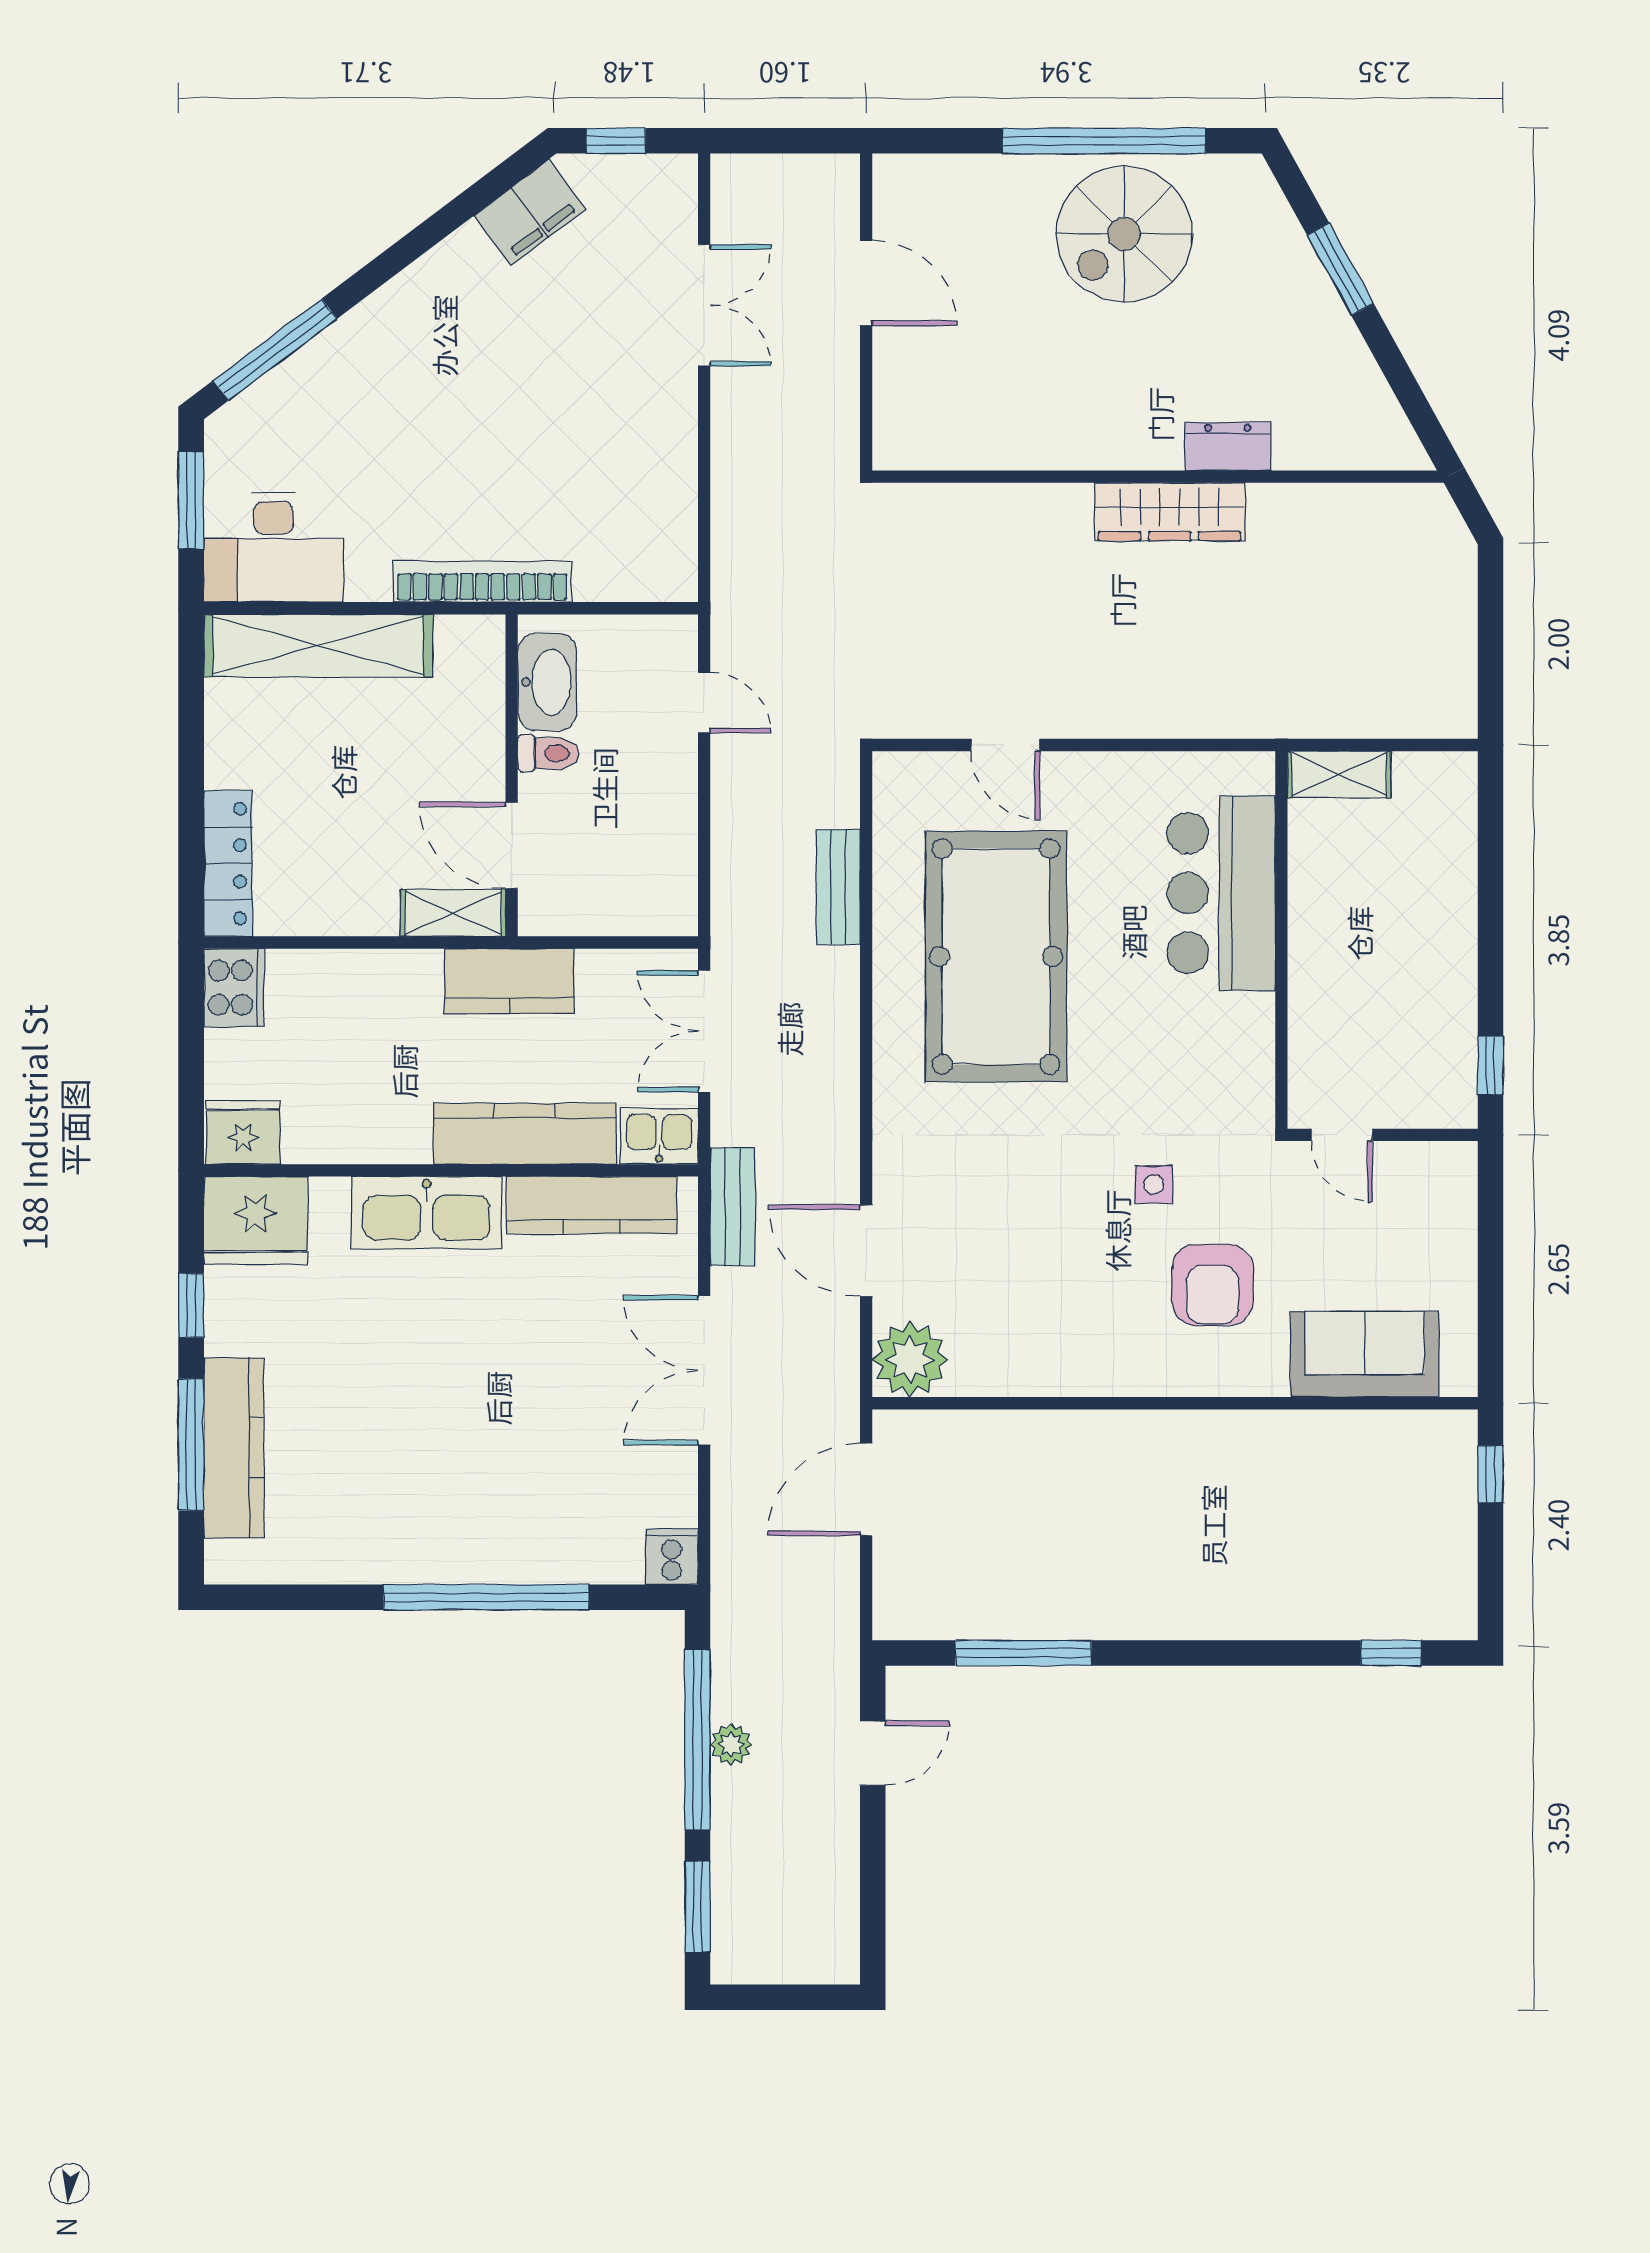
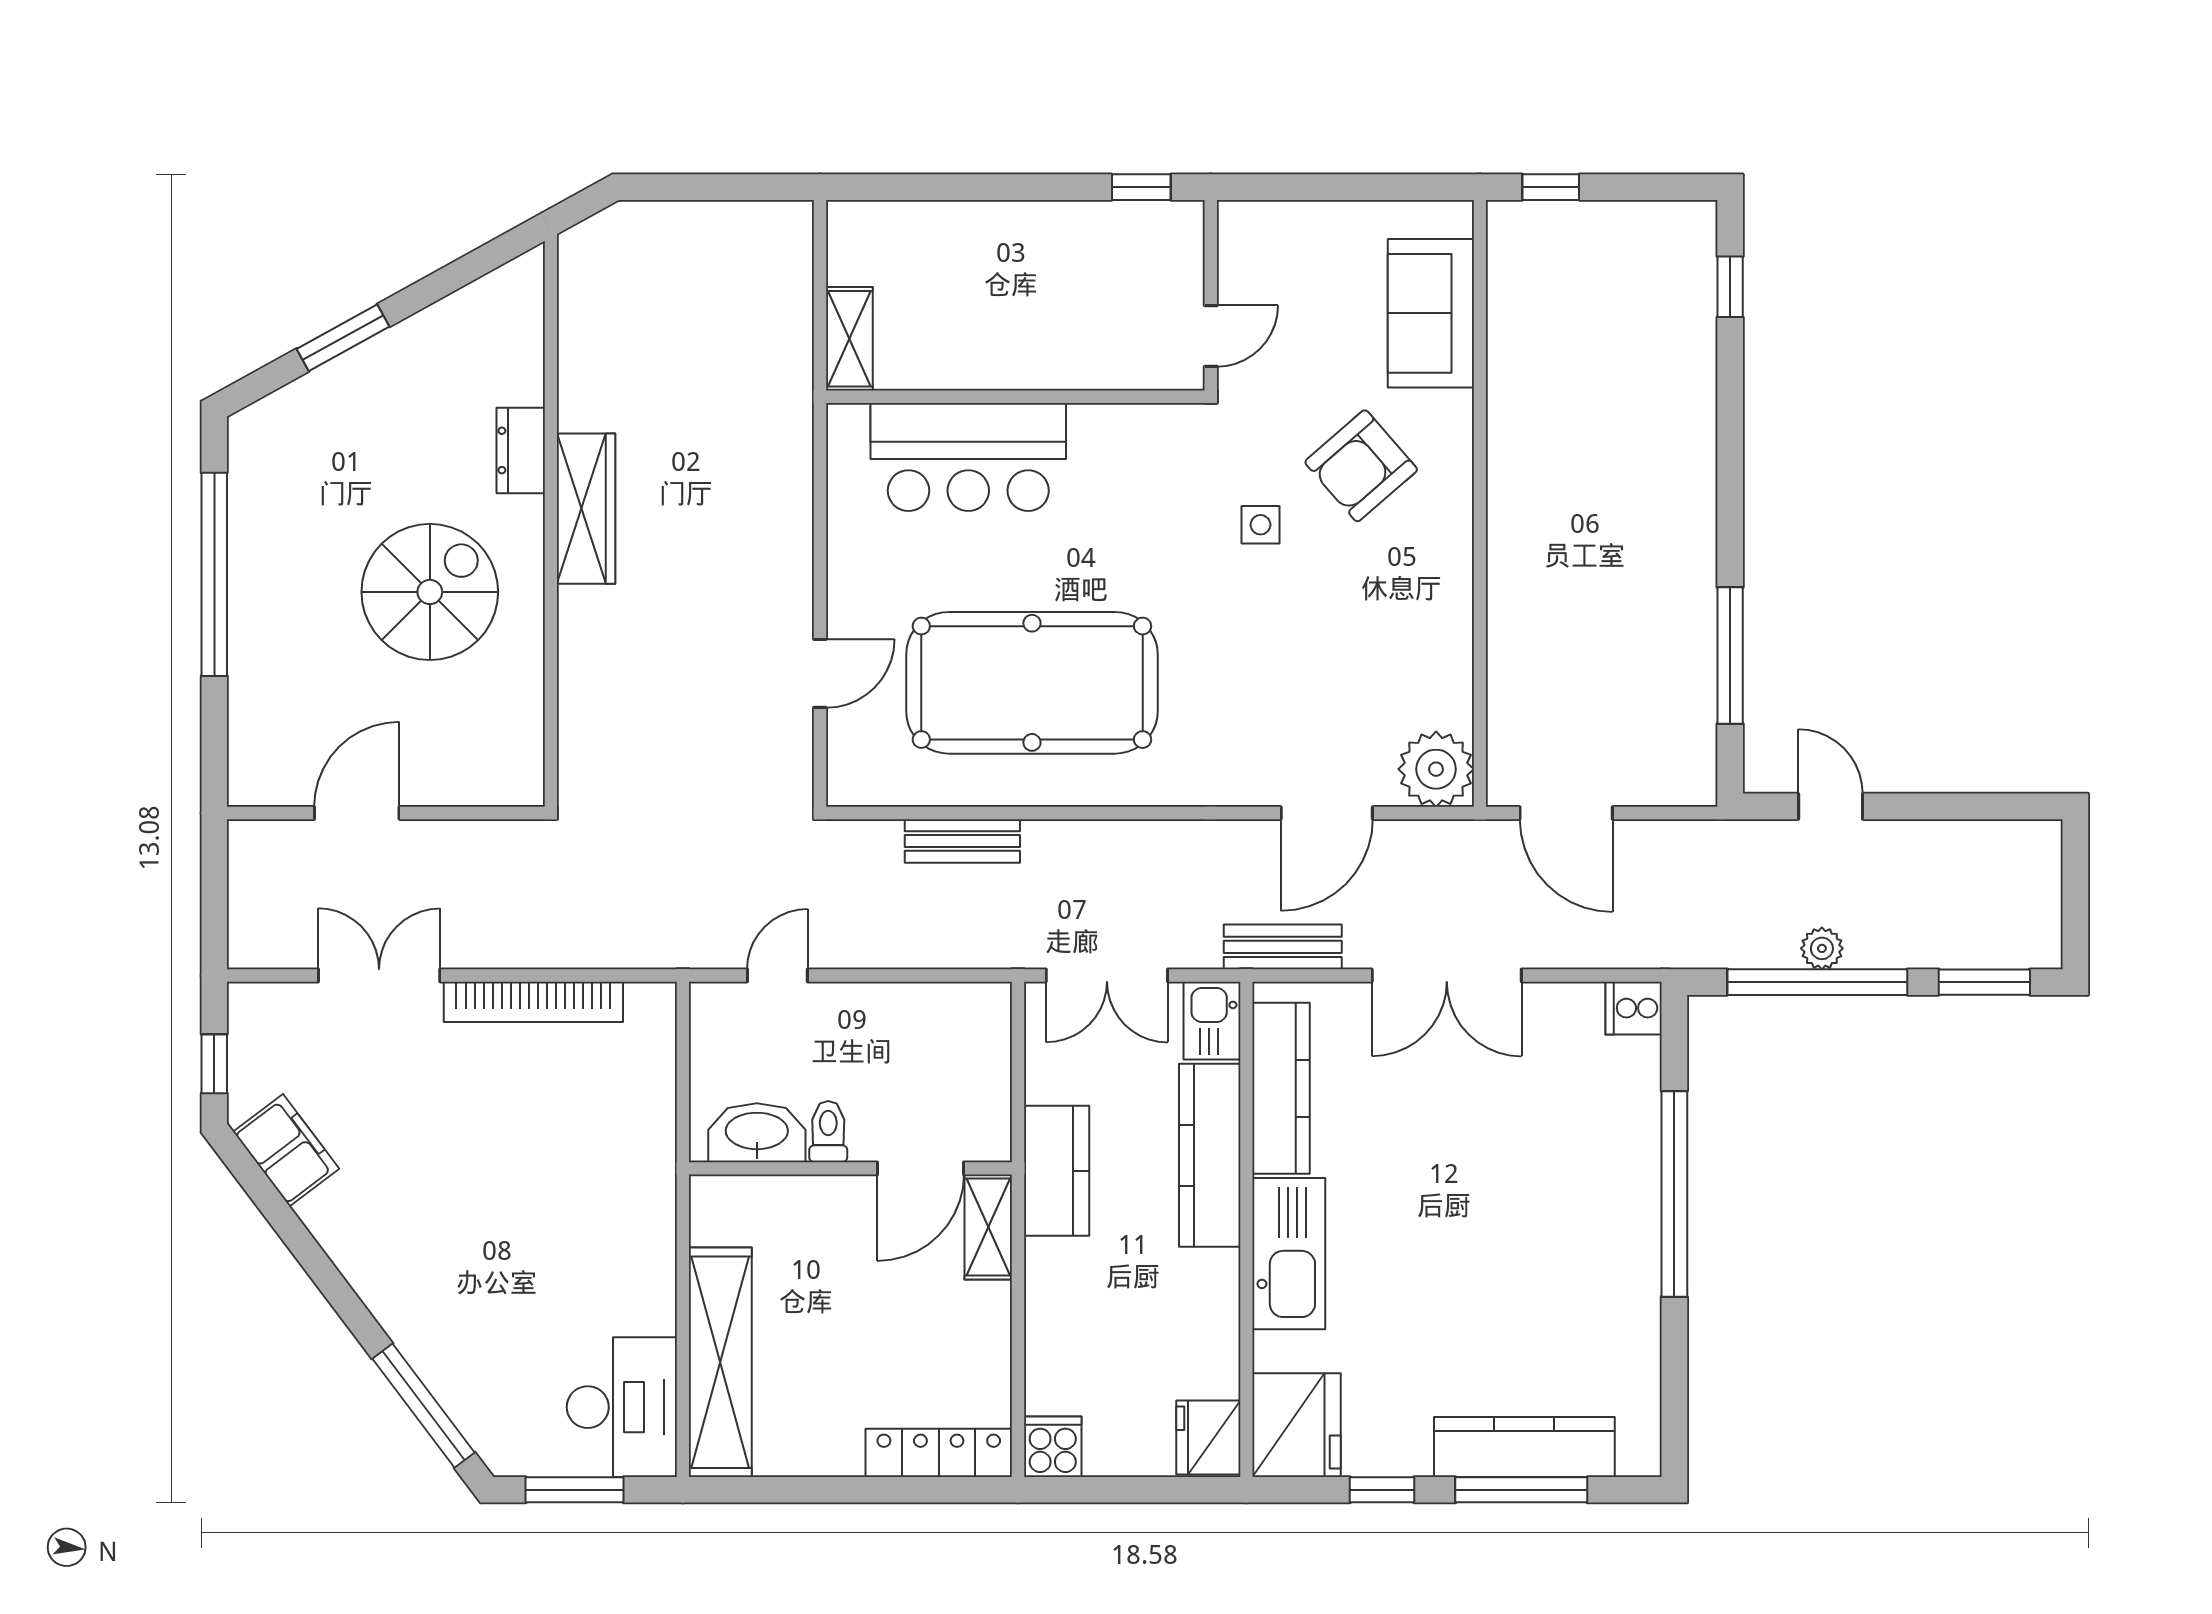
spiral stairs: (1124, 234) -> (430, 592), moved, turned -90
bookcase: (482, 582) -> (533, 1002), moved, turned -90
cooker: (234, 988) -> (1053, 1447), width x0.73
armchair: (1212, 1285) -> (1361, 466), turned 139

